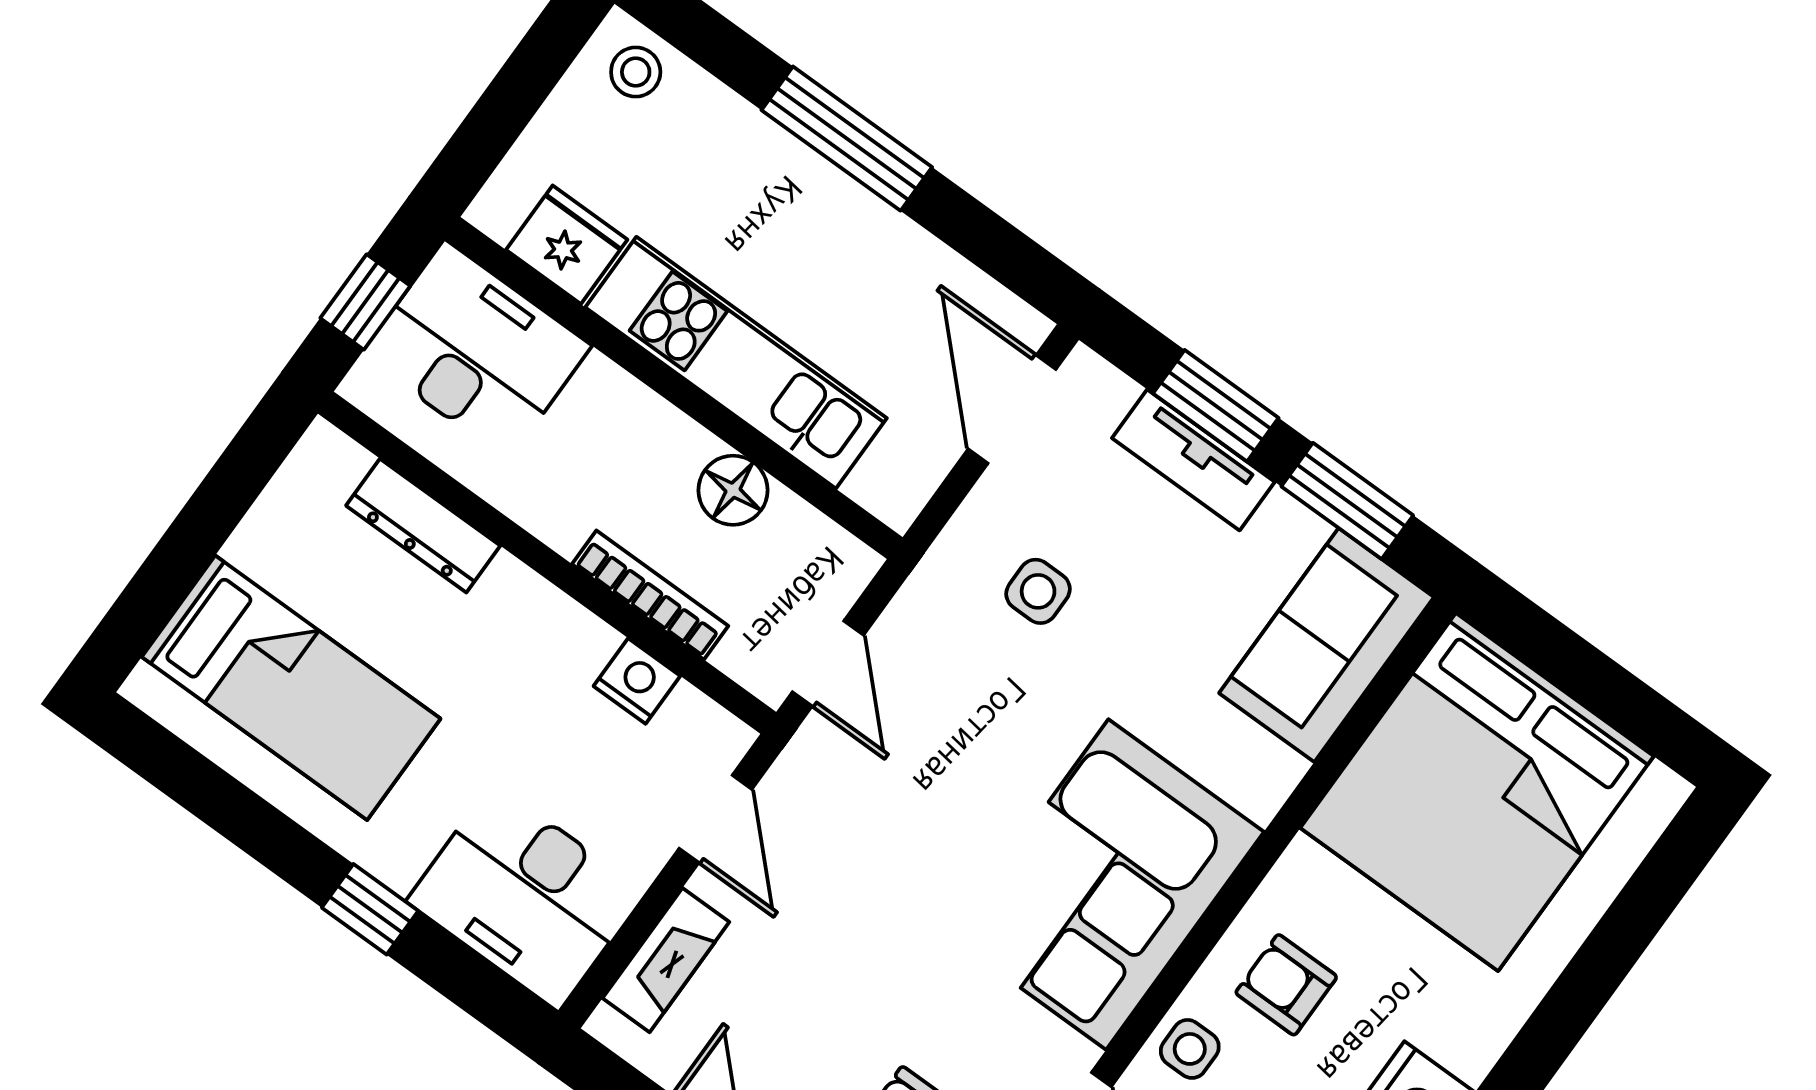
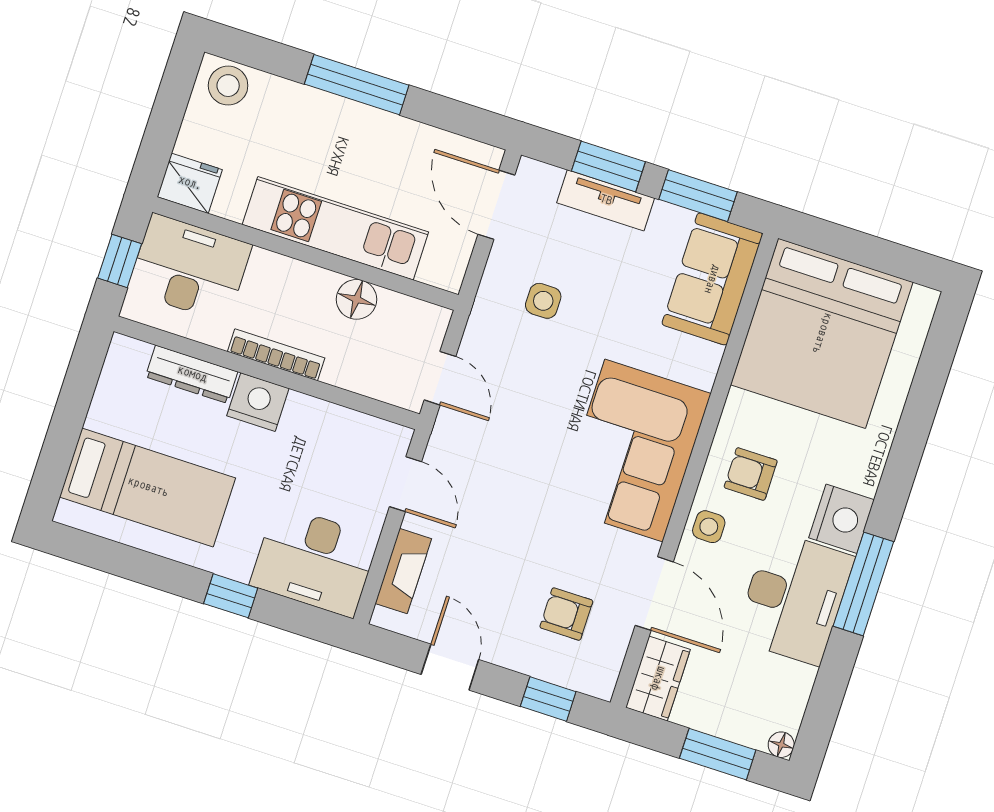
stool: (636, 72) -> (228, 86), width x1.37, depth x1.37
fridge: (567, 245) -> (190, 183), moved
bookcase: (650, 595) -> (276, 355), moved
nightstand: (637, 681) -> (258, 402), moved, width x1.36, depth x1.33

